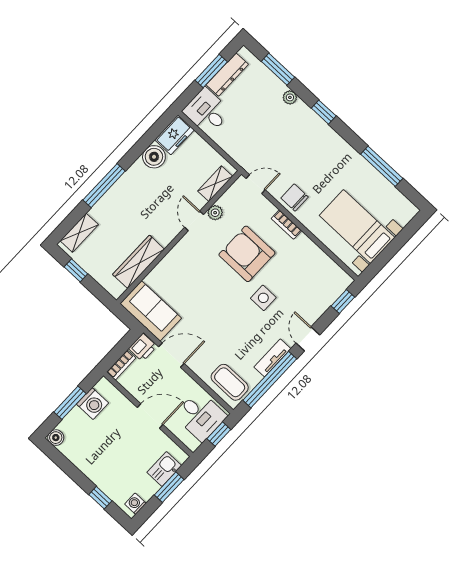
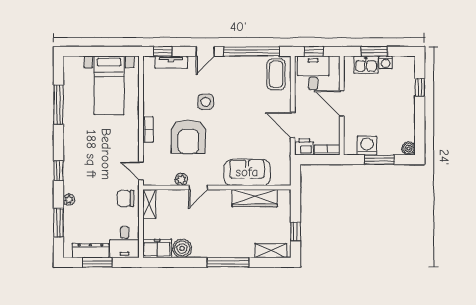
shelving: (215, 184) -> (149, 204), moved, turned 90
chair: (295, 198) -> (126, 199), moved, turned 90
sofa: (151, 311) -> (247, 172), moved, turned 90
tv unit: (272, 358) -> (171, 62), moved
washing machine: (135, 504) -> (386, 62), moved

